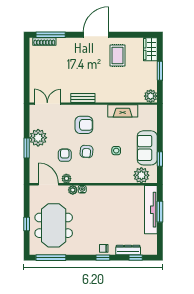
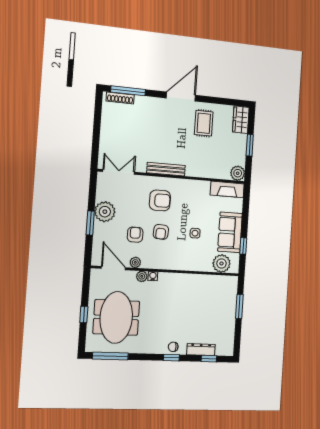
bench: (83, 98) -> (166, 169), width x1.36
fireplace: (123, 111) -> (227, 189), moved
tv unit: (151, 210) -> (230, 304), removed

